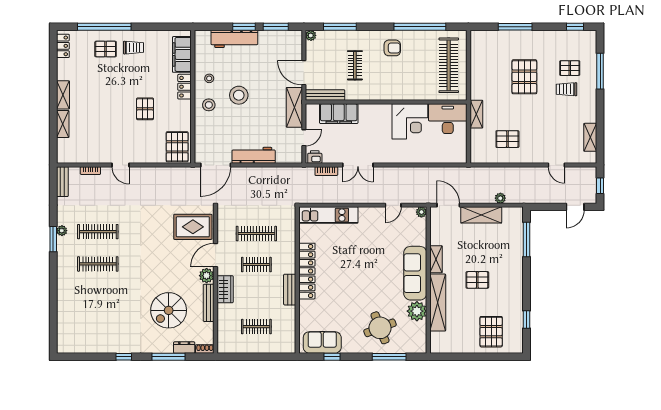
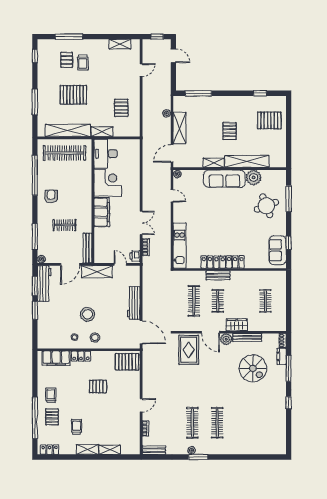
workbench: (234, 39) -> (44, 283), moved
shelving: (478, 70) -> (68, 130), added
trolley: (93, 81) -> (77, 427), added
filing cabinet: (339, 114) -> (102, 212), moved
bench: (290, 290) -> (218, 275), moved

